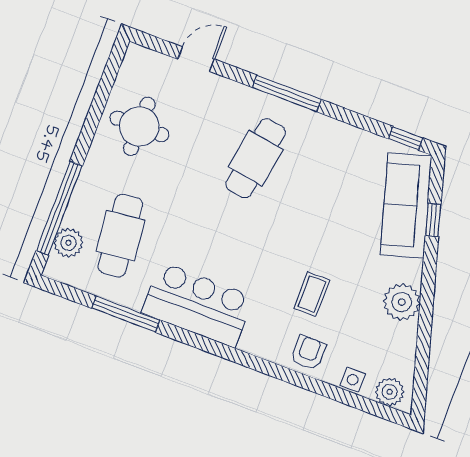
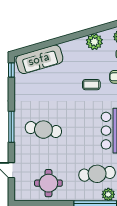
window: (433, 220) -> (41, 46), removed
plant: (402, 302) -> (94, 42), moved

